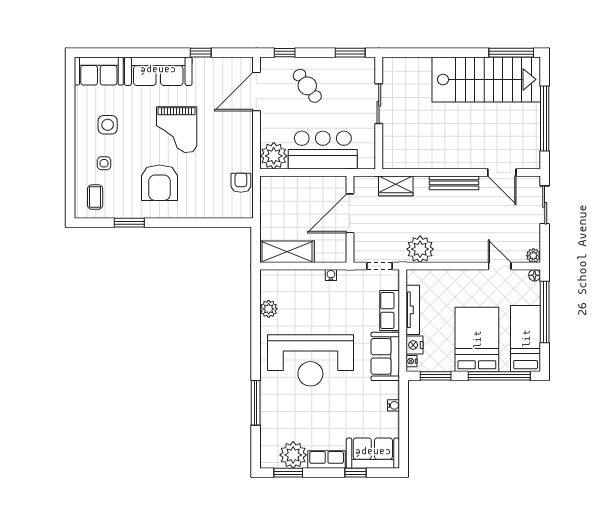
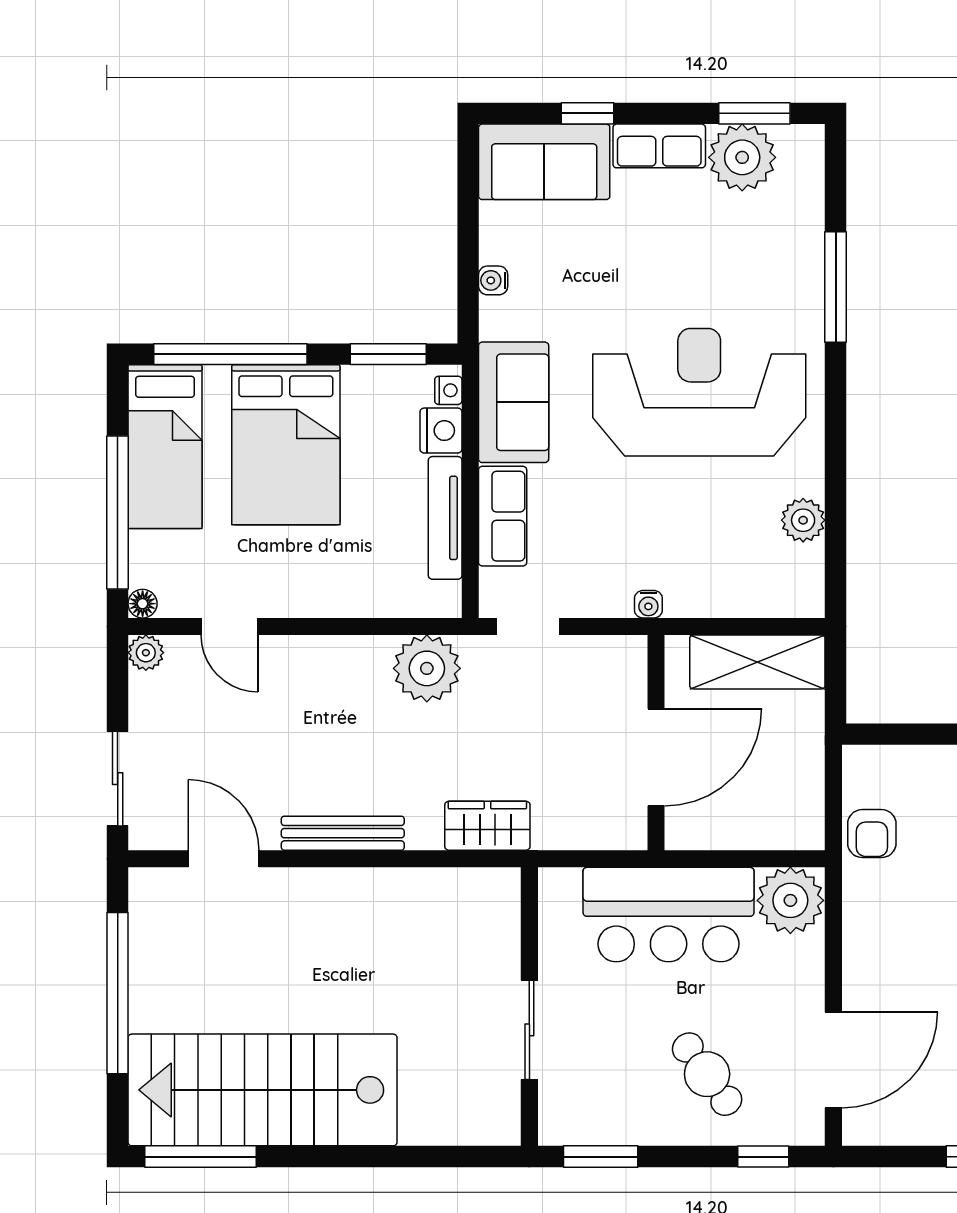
door: (350, 213) -> (656, 757), moved
wall: (350, 219) -> (656, 743), moved

